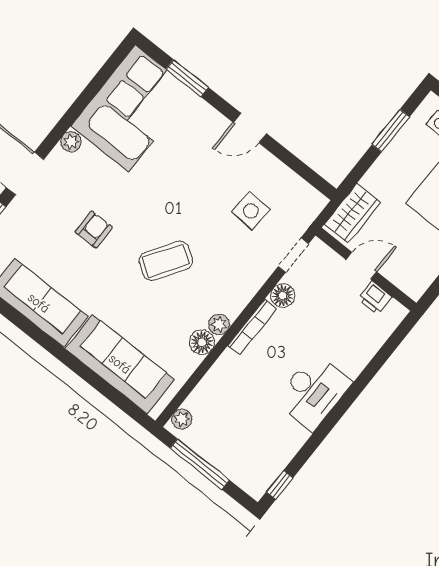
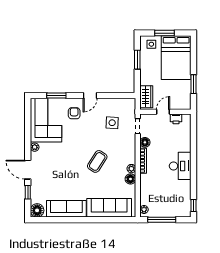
armchair: (94, 229) -> (74, 113), moved

